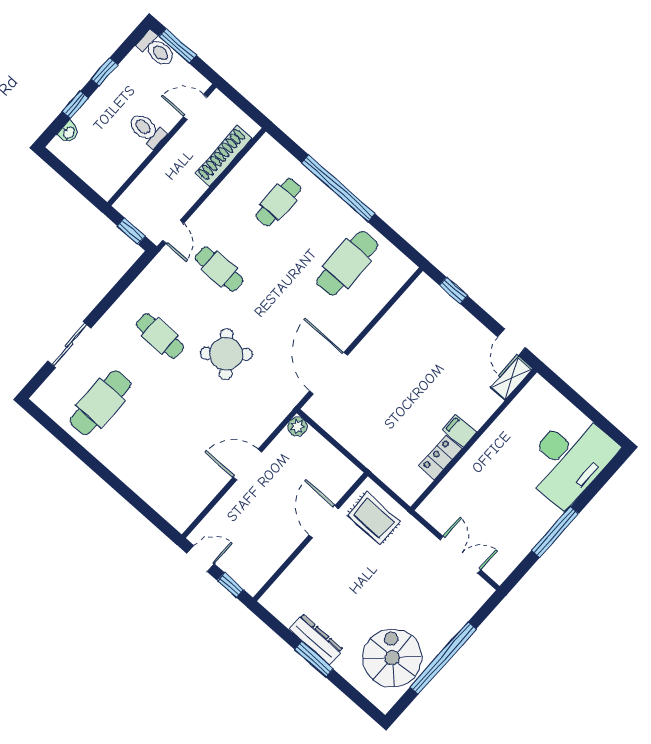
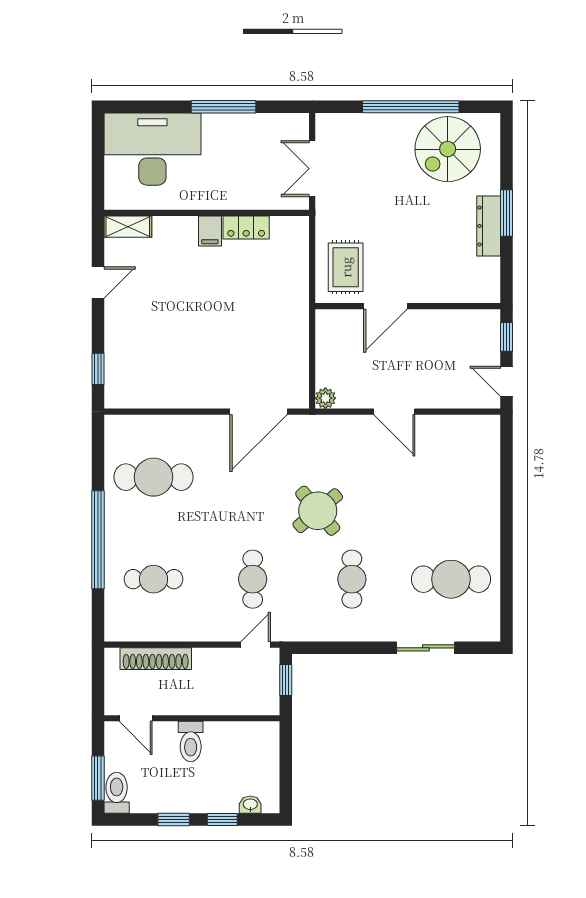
shelving: (512, 378) -> (128, 227), moved
filing cabinet: (459, 431) -> (210, 231), moved
wall: (474, 439) -> (207, 213), moved
locker: (440, 457) -> (246, 227), moved

